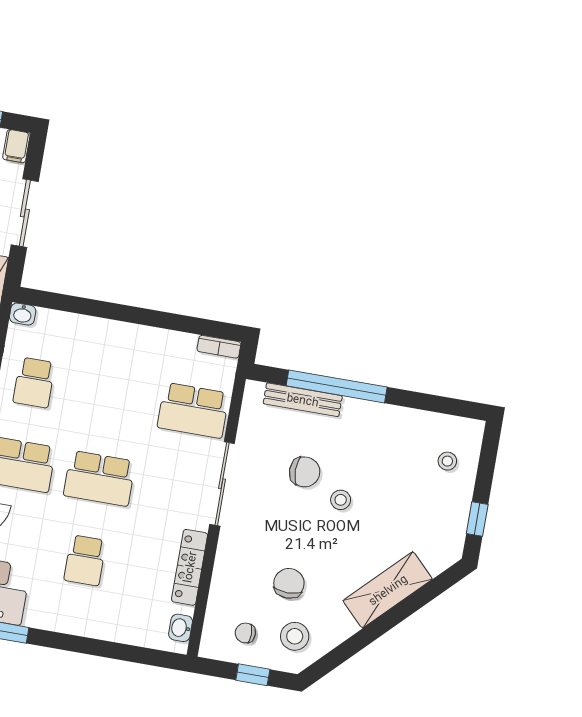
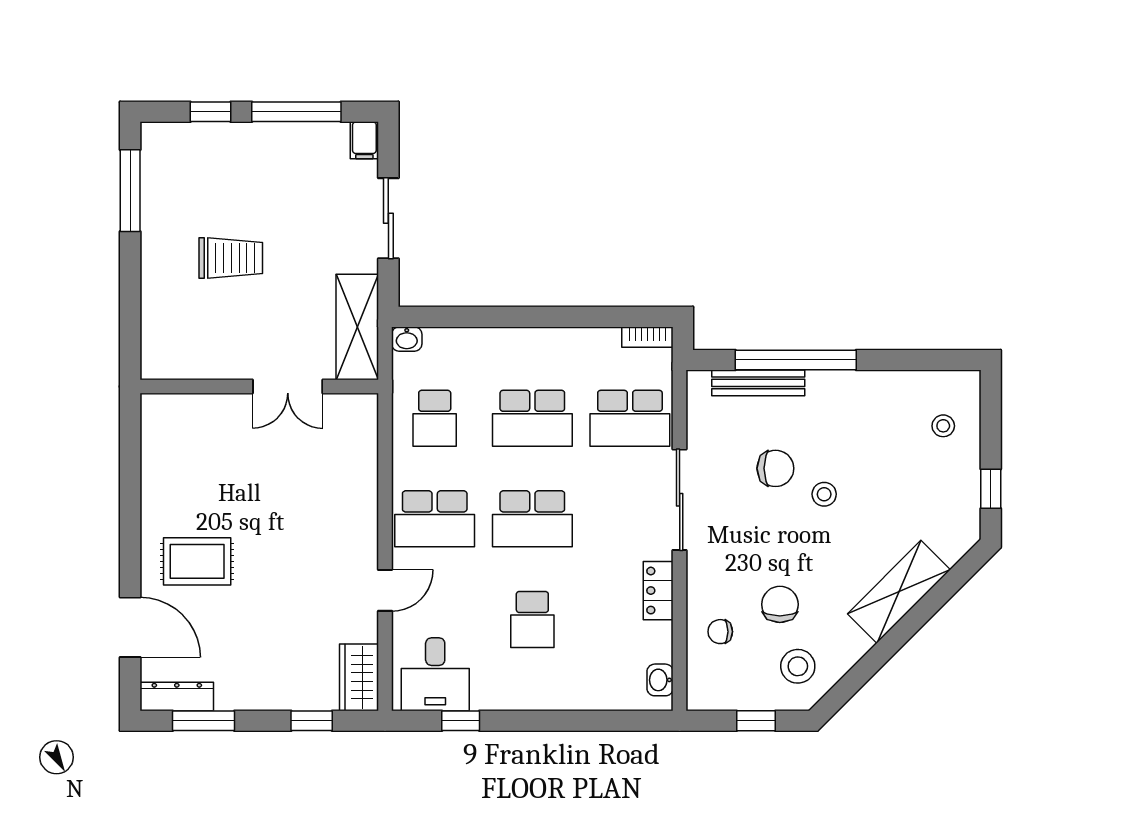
school desk: (114, 396) -> (532, 418), added
locker: (190, 567) -> (658, 591), width x0.66
chair: (245, 633) -> (720, 632), moved

